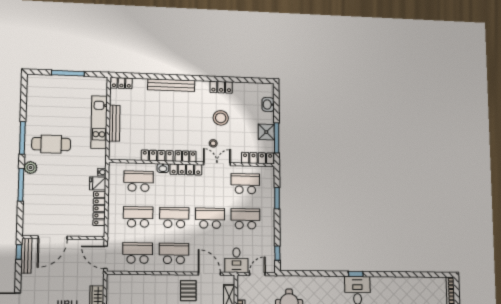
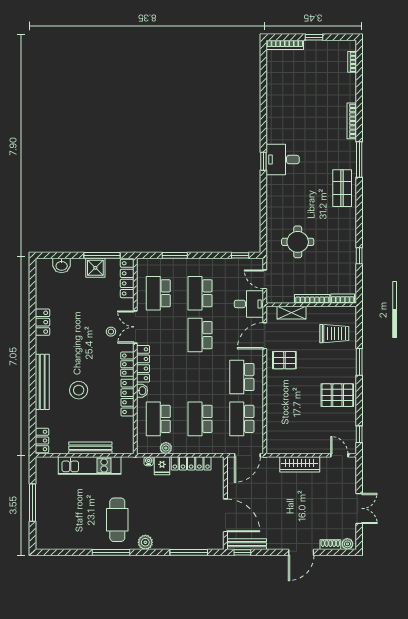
stool: (221, 118) -> (79, 390), moved
window: (21, 185) -> (189, 552), moved
plant: (113, 187) -> (166, 448), added
school desk: (174, 218) -> (200, 377), removed

